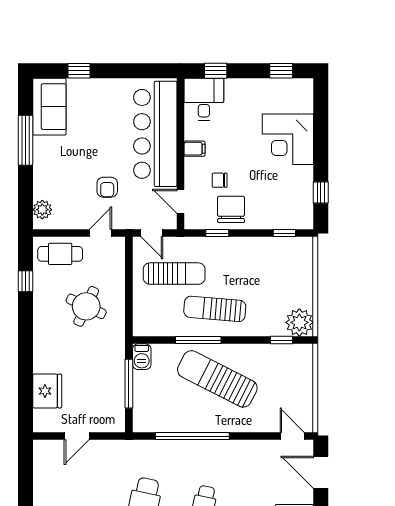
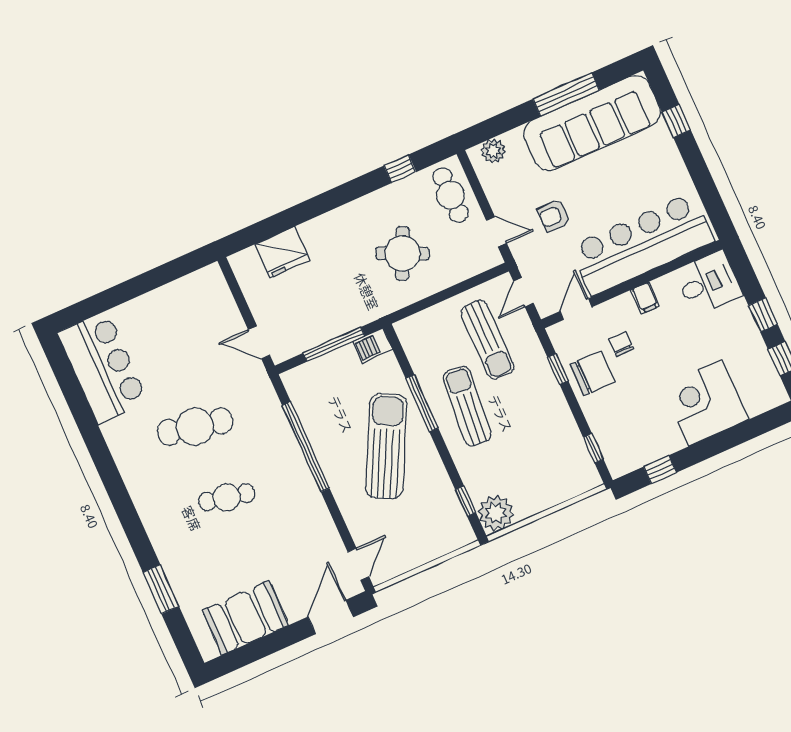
window: (216, 71) -> (763, 315), moved
sofa: (49, 107) -> (592, 123), width x1.85, depth x1.27
door: (77, 436) -> (259, 342), moved

